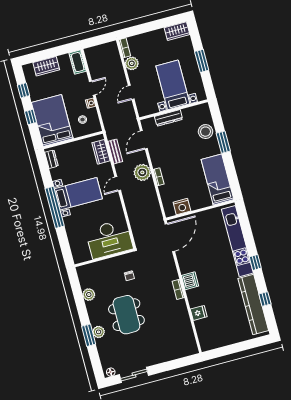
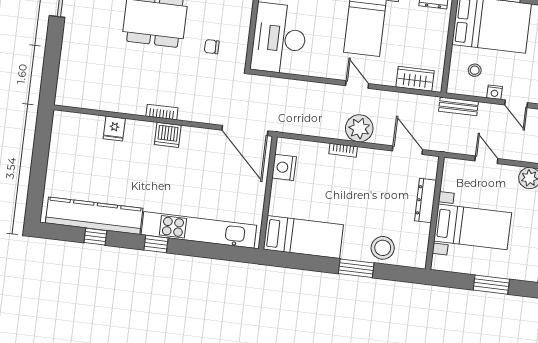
bench: (115, 151) -> (458, 106), moved

